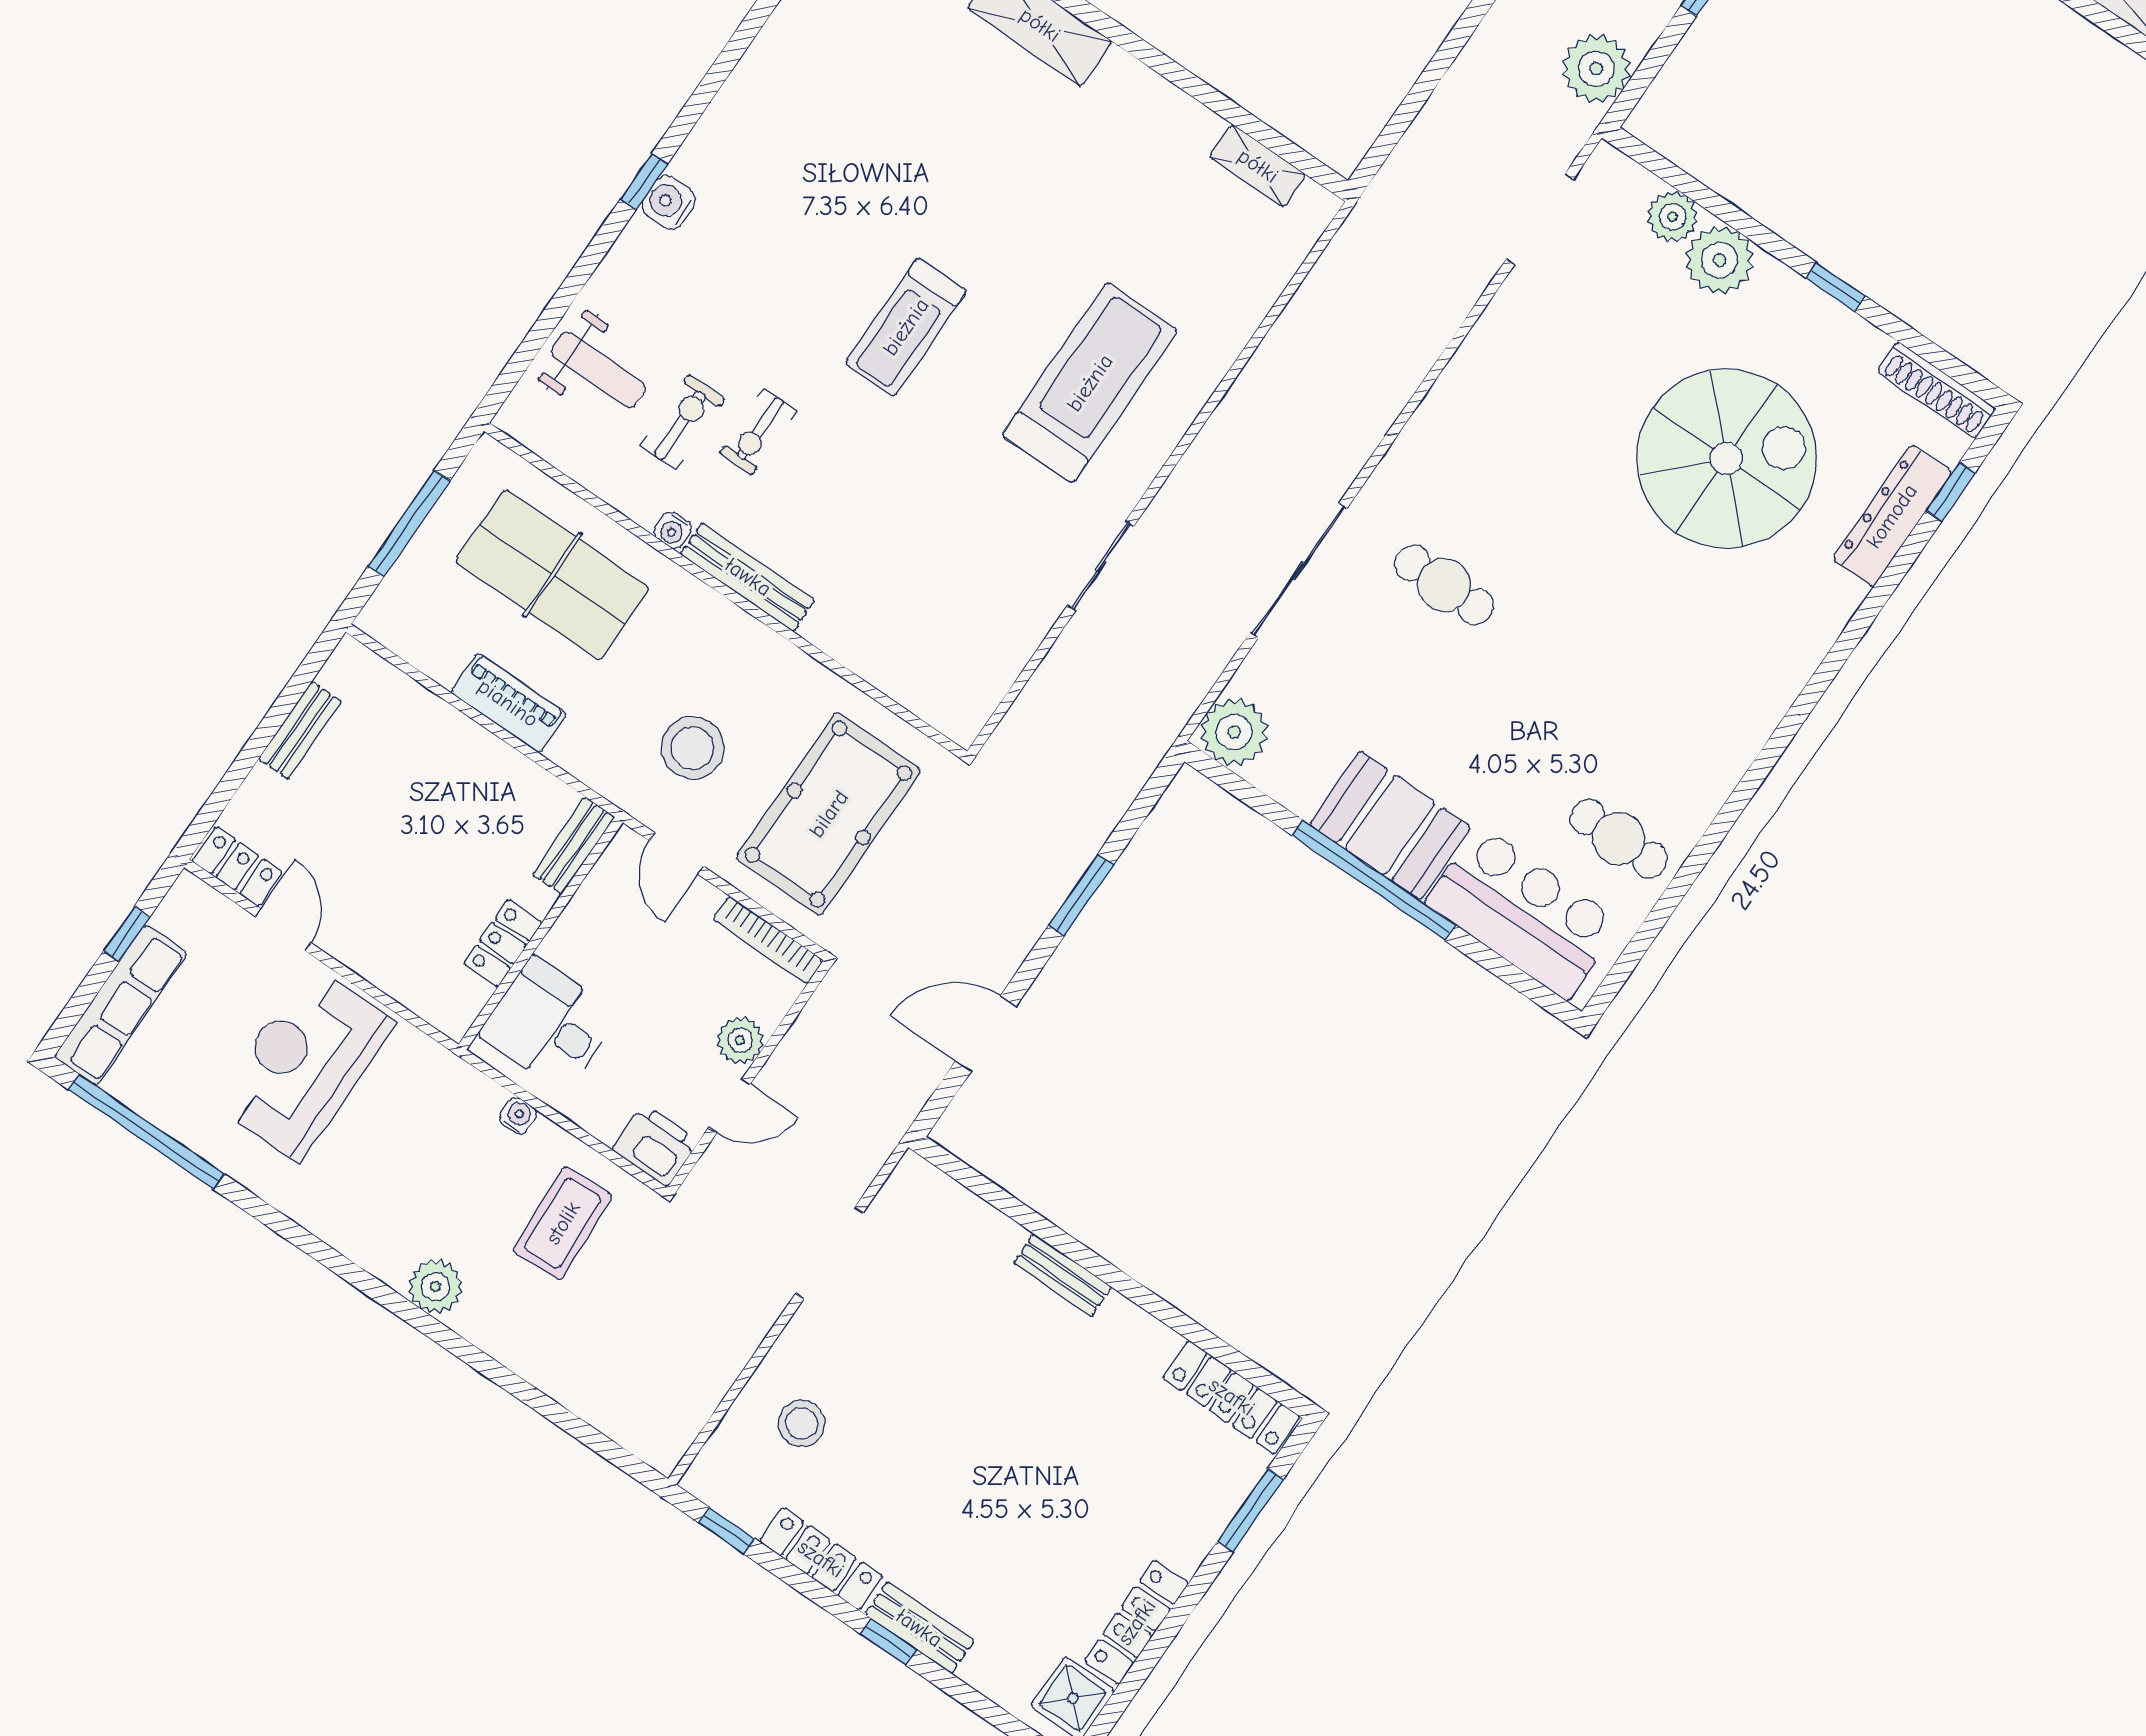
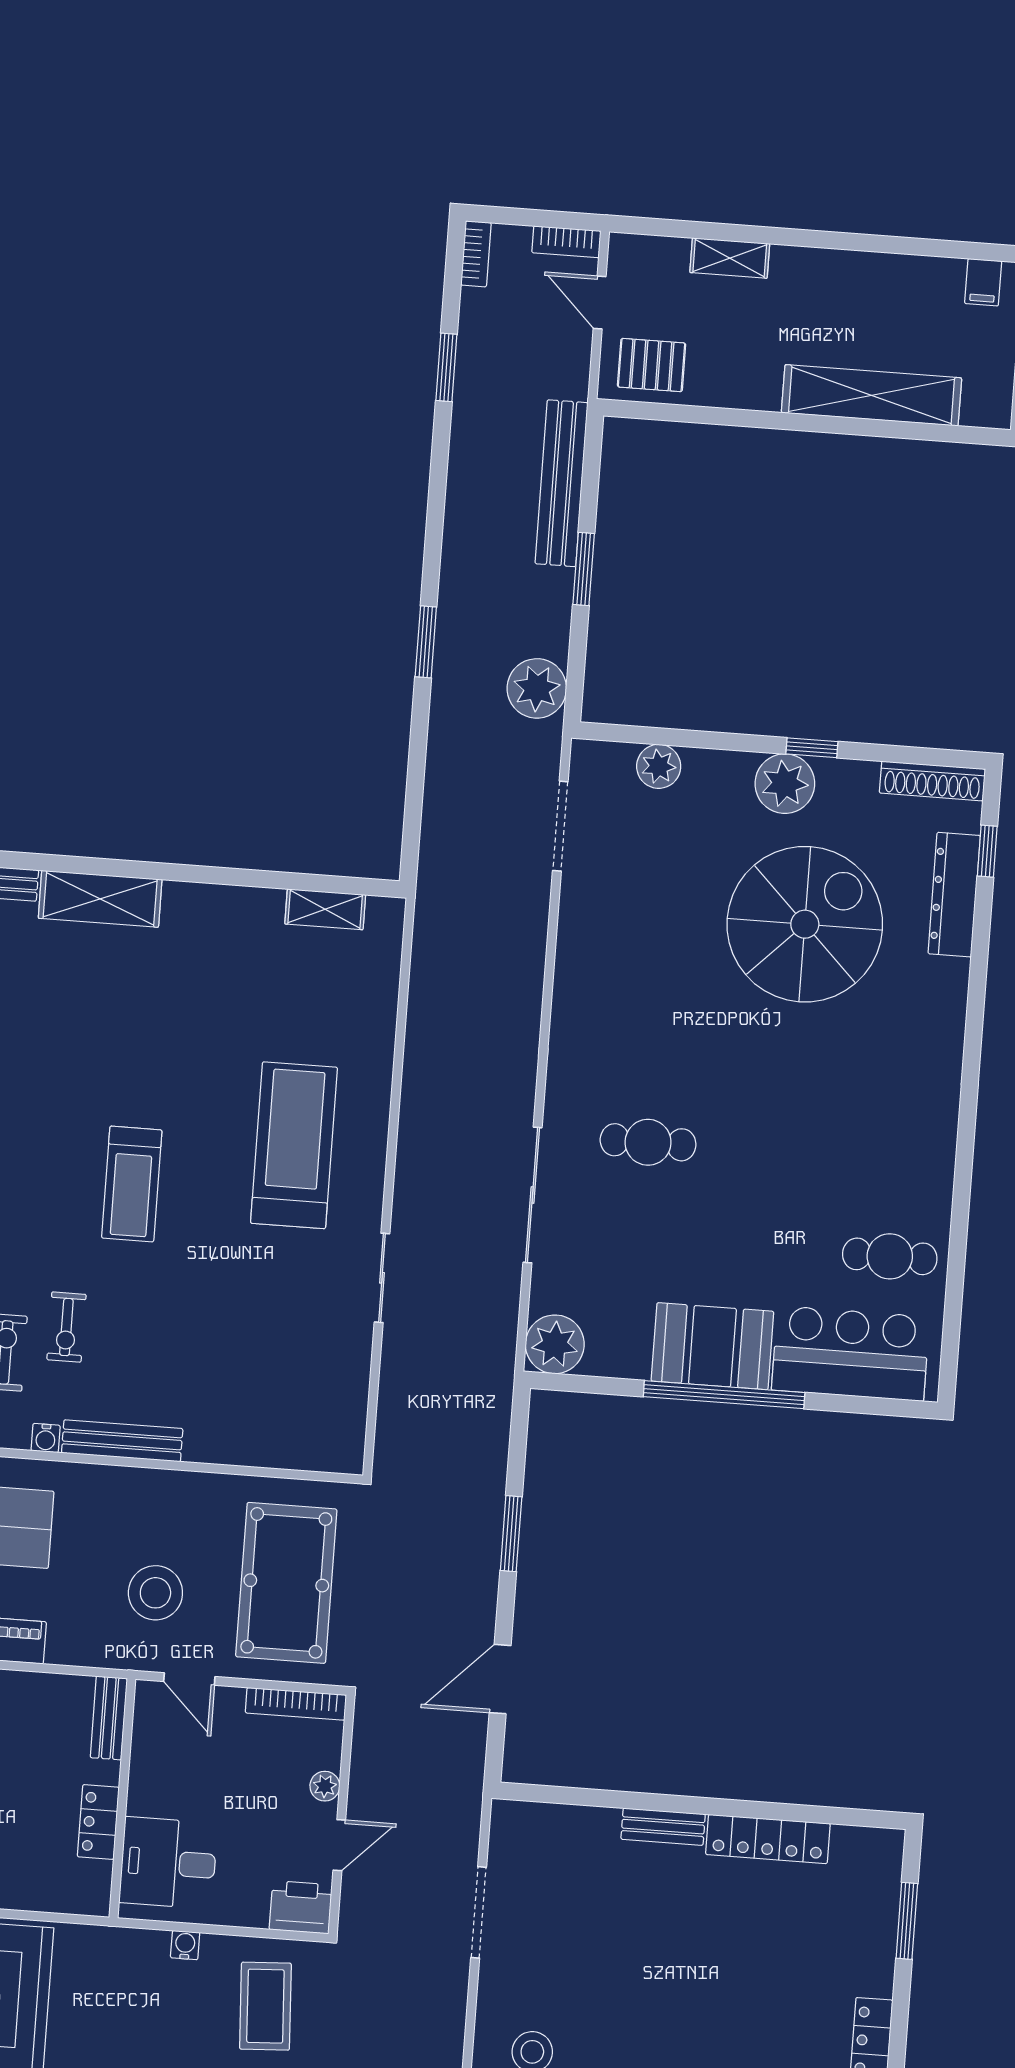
plant: (1720, 260) -> (785, 784), moved
plant: (740, 1040) -> (325, 1786), width x0.73, depth x0.73
locker: (1232, 1397) -> (768, 1839), moved

